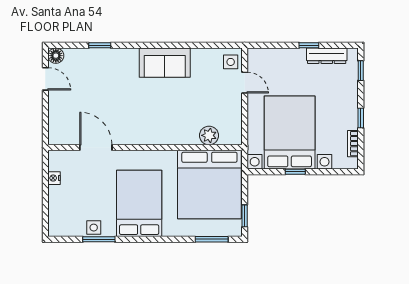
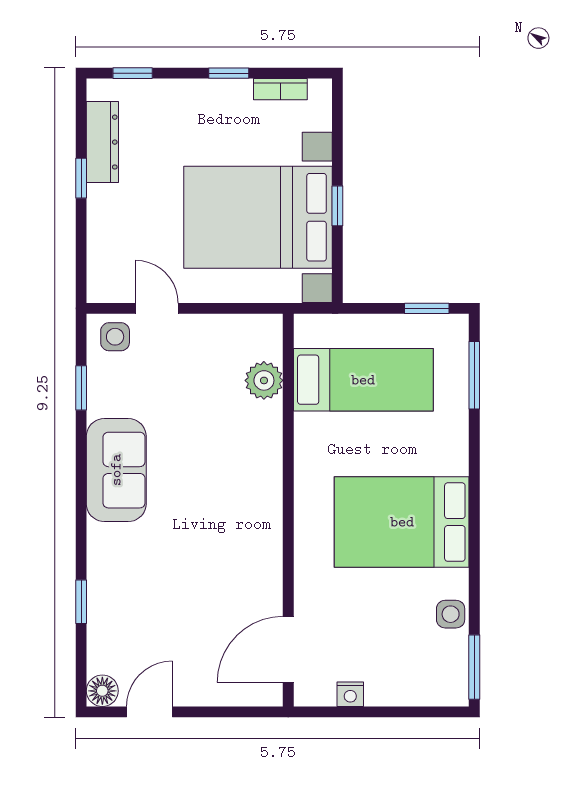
window: (205, 45) -> (81, 388), added
door: (245, 83) -> (157, 308), hinge flipped
door: (96, 147) -> (288, 649), moved
bed: (209, 184) -> (363, 380), width x0.49
window: (99, 239) -> (474, 667), moved

